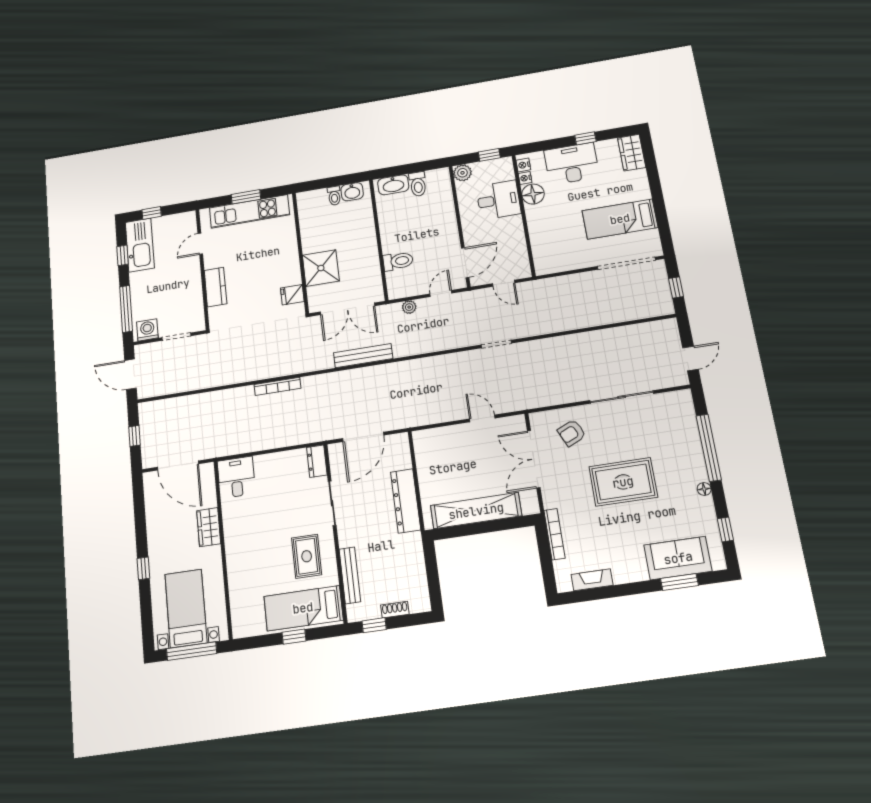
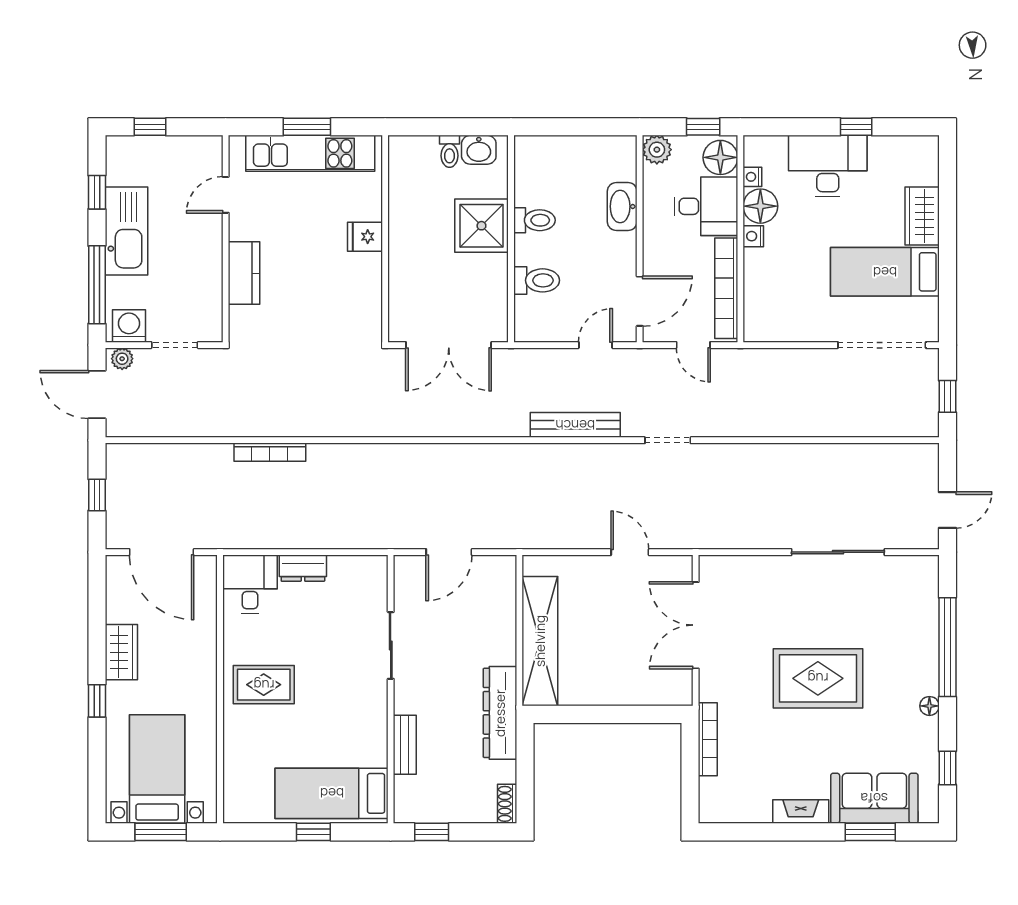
wardrobe: (632, 153) -> (922, 216), moved
nightstand: (523, 165) -> (753, 236), moved
floor lamp: (503, 170) -> (720, 157), added
toilet: (418, 184) -> (534, 220), moved, turned -90
washbasin: (393, 185) -> (622, 206), moved, turned 90
kitchen sink: (140, 245) -> (126, 231), moved
bookcase: (519, 246) -> (726, 288), added
shower: (321, 268) -> (481, 226), moved
fridge: (292, 295) -> (365, 237), moved
plant: (409, 307) -> (122, 359), moved
bench: (363, 356) -> (575, 425), moved
bookcase: (277, 386) -> (270, 452), moved
armchair: (572, 433) -> (757, 595), removed
door: (363, 437) -> (449, 552), width x0.73
dresser: (317, 461) -> (303, 568), moved, turned -90
dresser: (406, 501) -> (500, 713), moved
shelving: (476, 511) -> (540, 641), moved, turned 90
wardrobe: (209, 527) -> (121, 652), moved, turned 180
rug: (307, 556) -> (264, 685), moved, turned 90
bench: (350, 575) -> (405, 745), width x0.73
fireplace: (592, 580) -> (801, 812), moved
shoe rack: (395, 610) -> (507, 804), moved, turned -90
window: (192, 651) -> (161, 832), width x0.69

